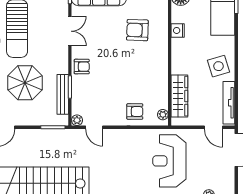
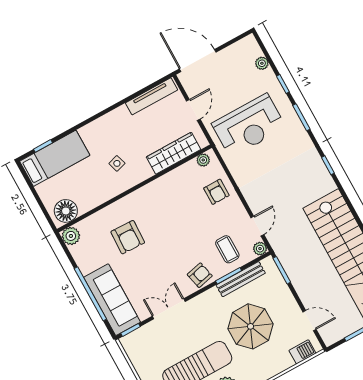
nightstand: (178, 30) -> (104, 194), removed
side table: (219, 66) -> (117, 163), moved, width x0.54, depth x0.54
armchair: (82, 67) -> (200, 275), turned 77
coffee table: (89, 97) -> (227, 249), added
armchair: (135, 111) -> (216, 192), turned 180
door: (213, 127) -> (193, 110), moved

